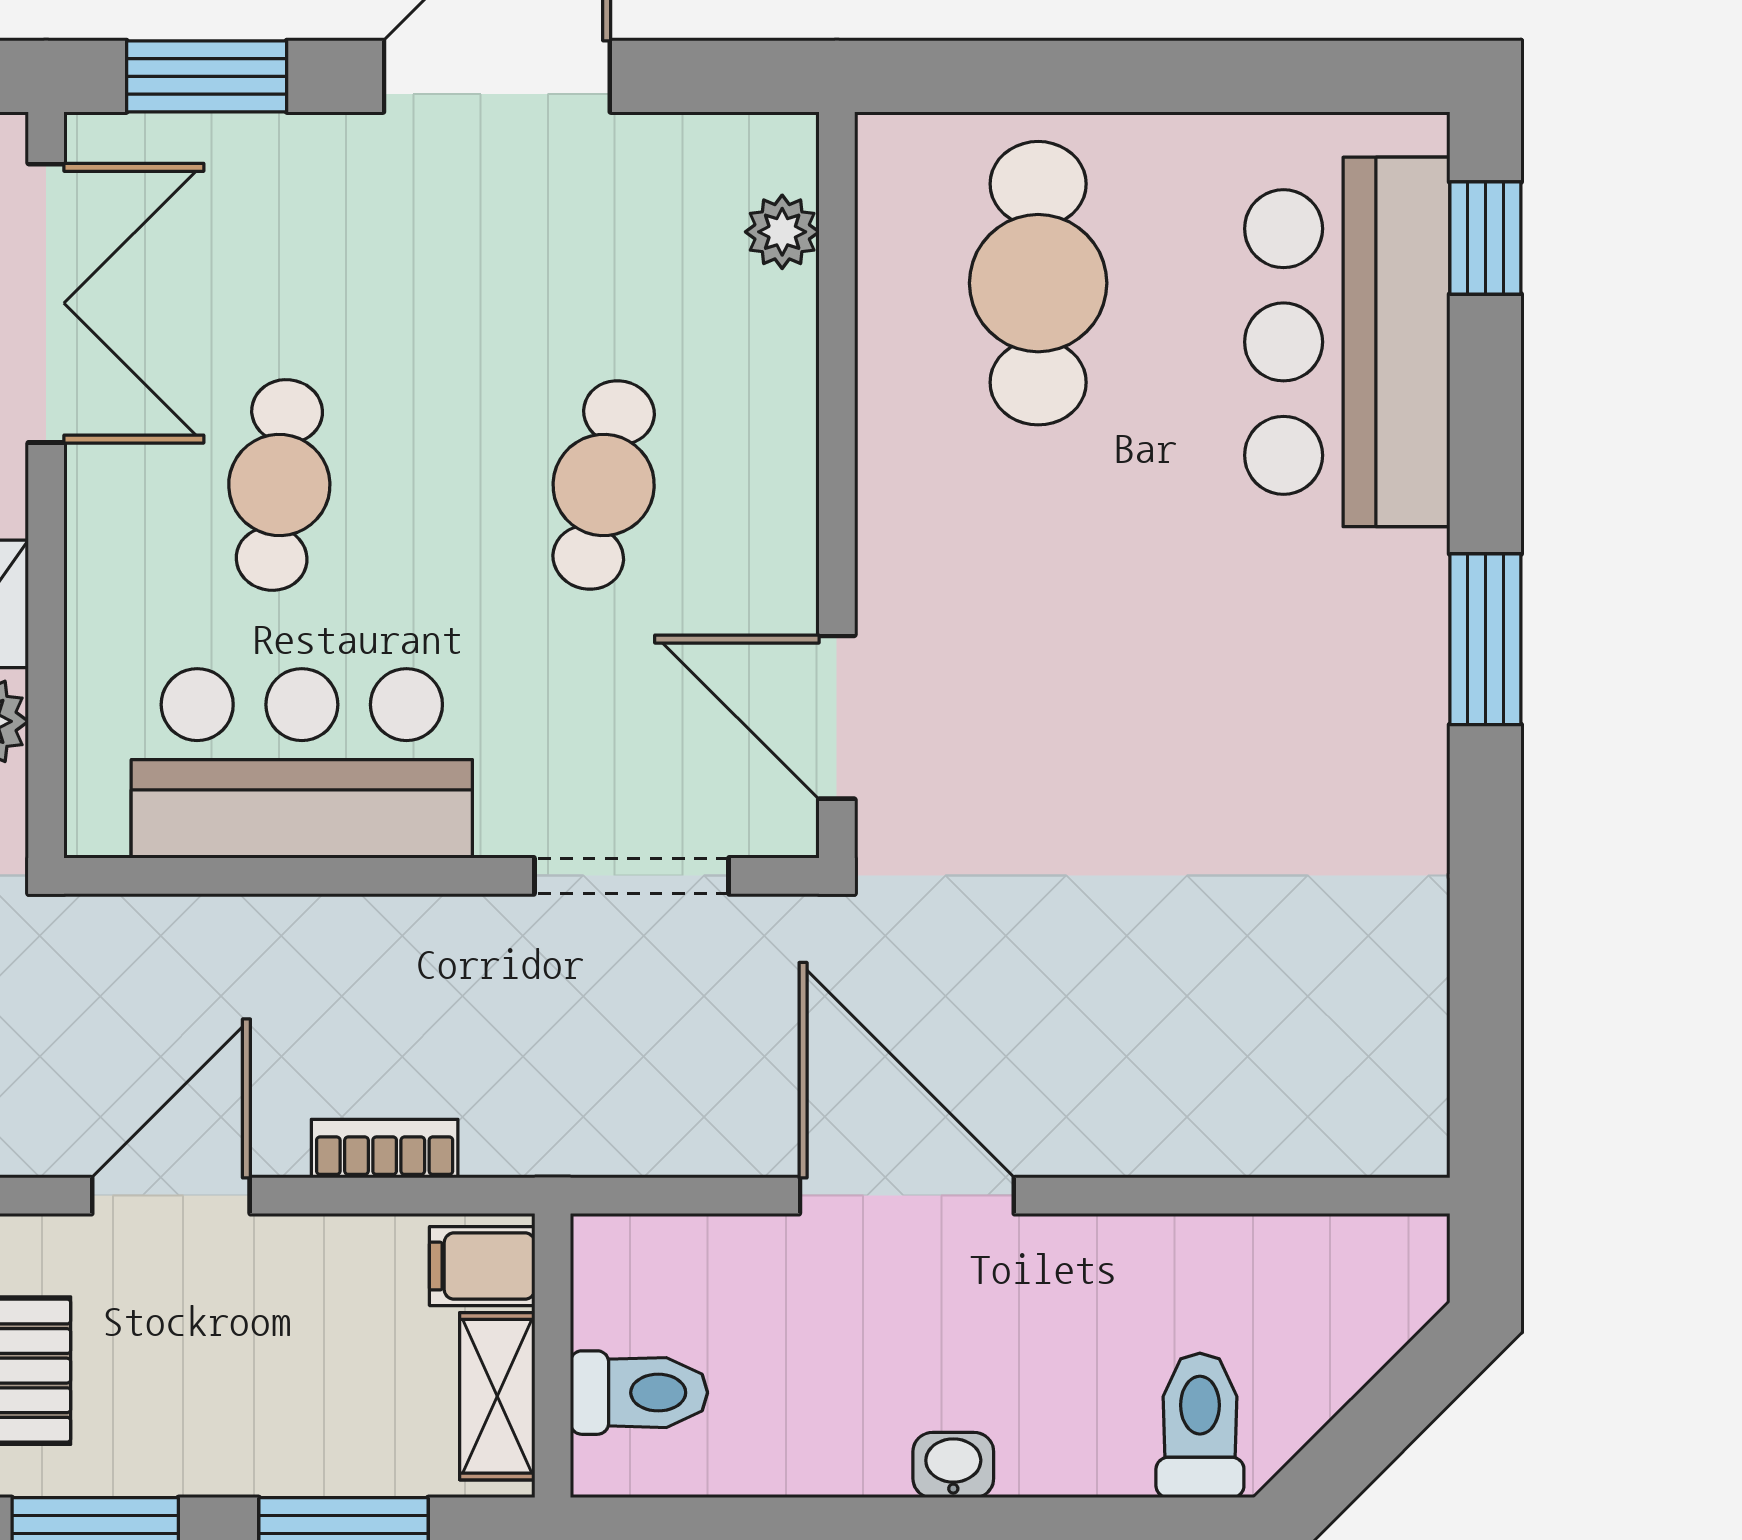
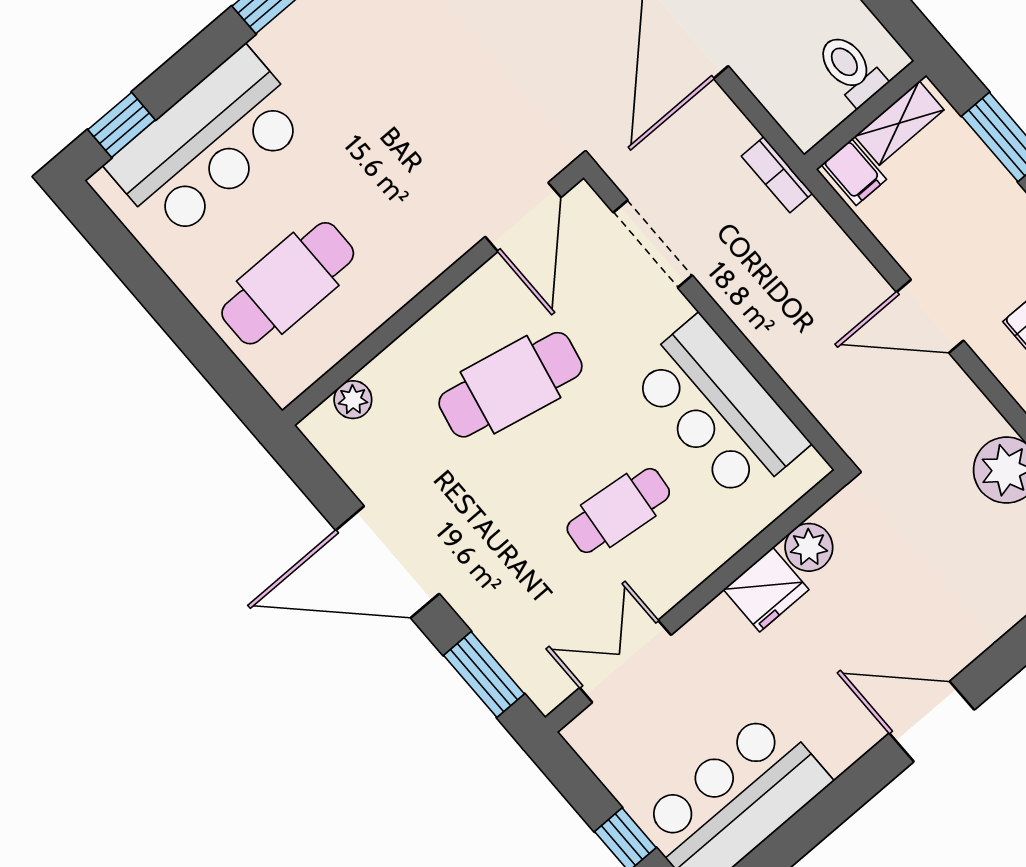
double door: (46, 303) -> (625, 661), width x0.73
cafe table: (604, 485) -> (510, 385), width x1.37, depth x1.35
bookcase: (385, 1149) -> (777, 175), moved

